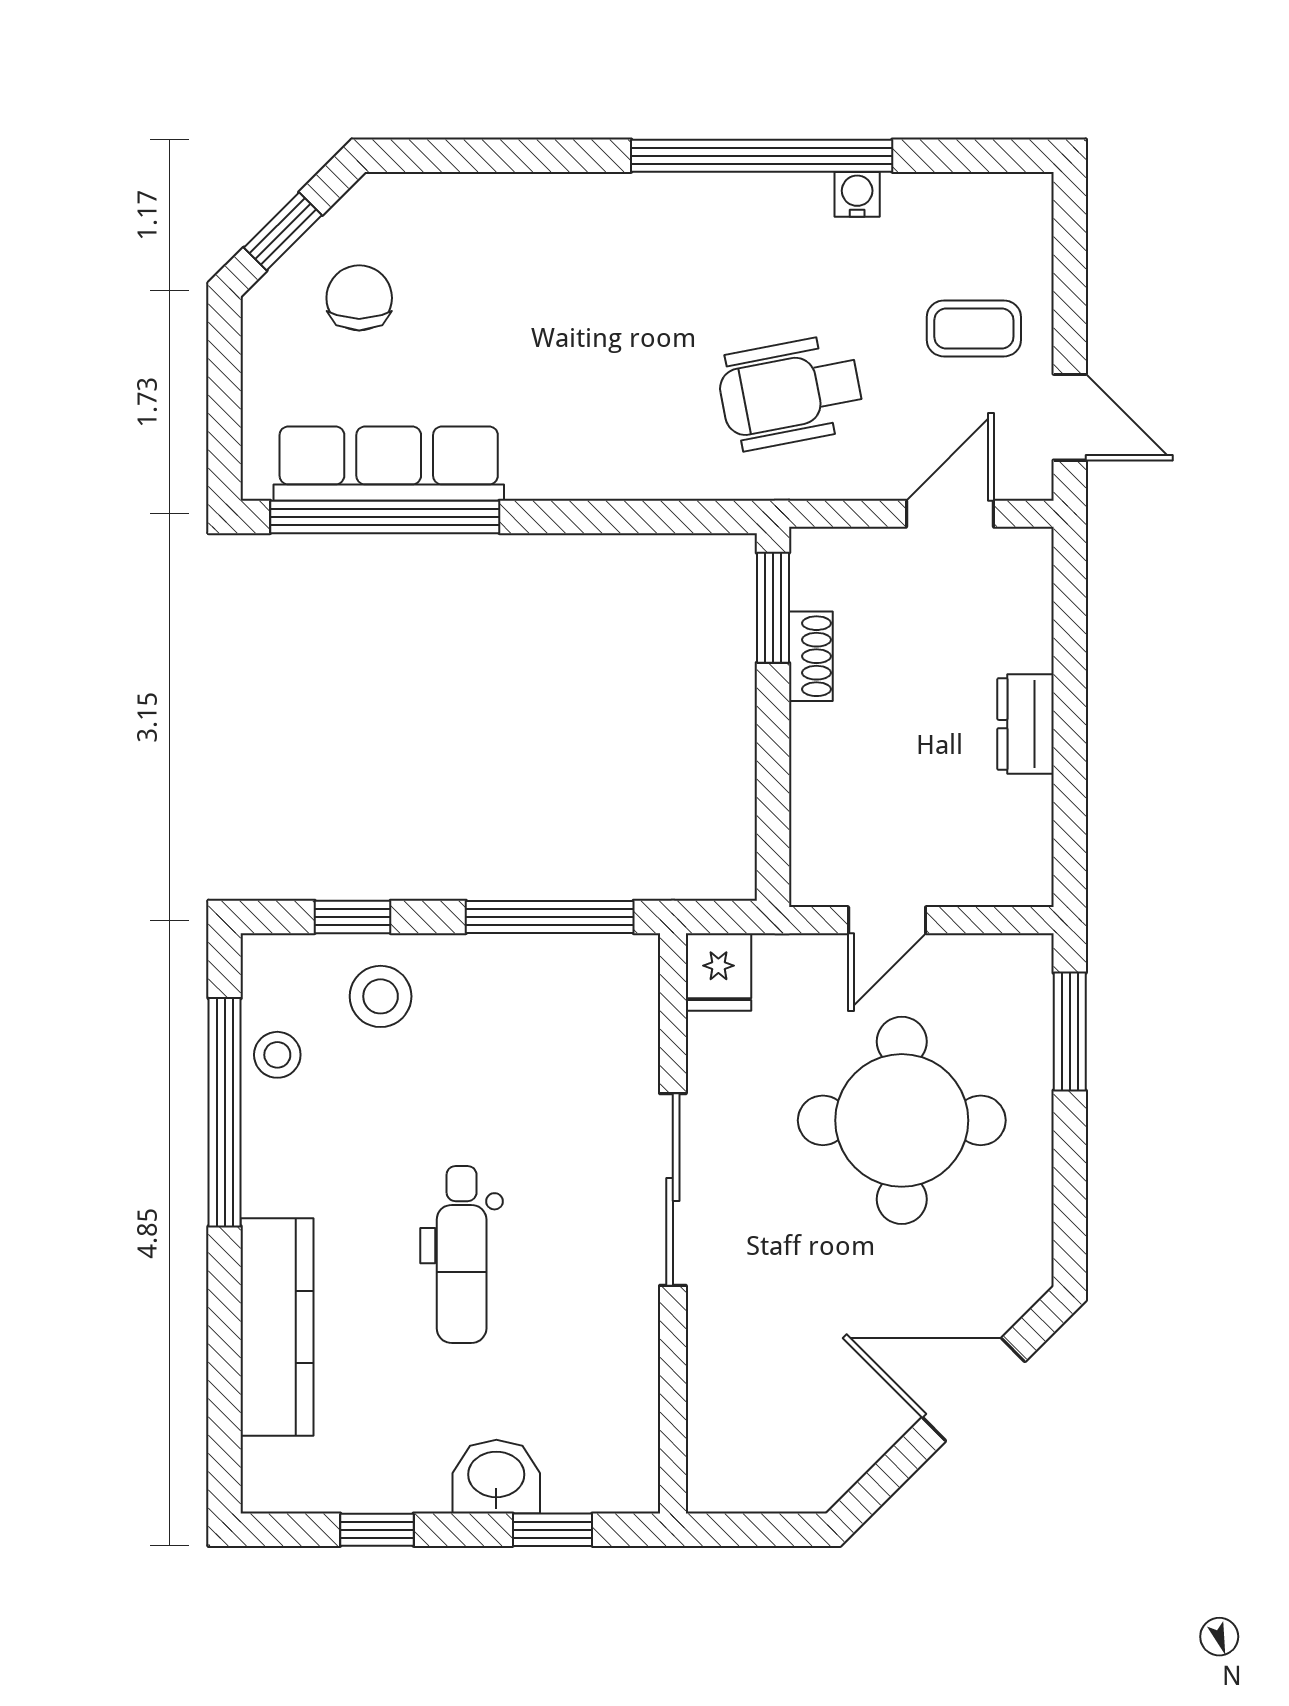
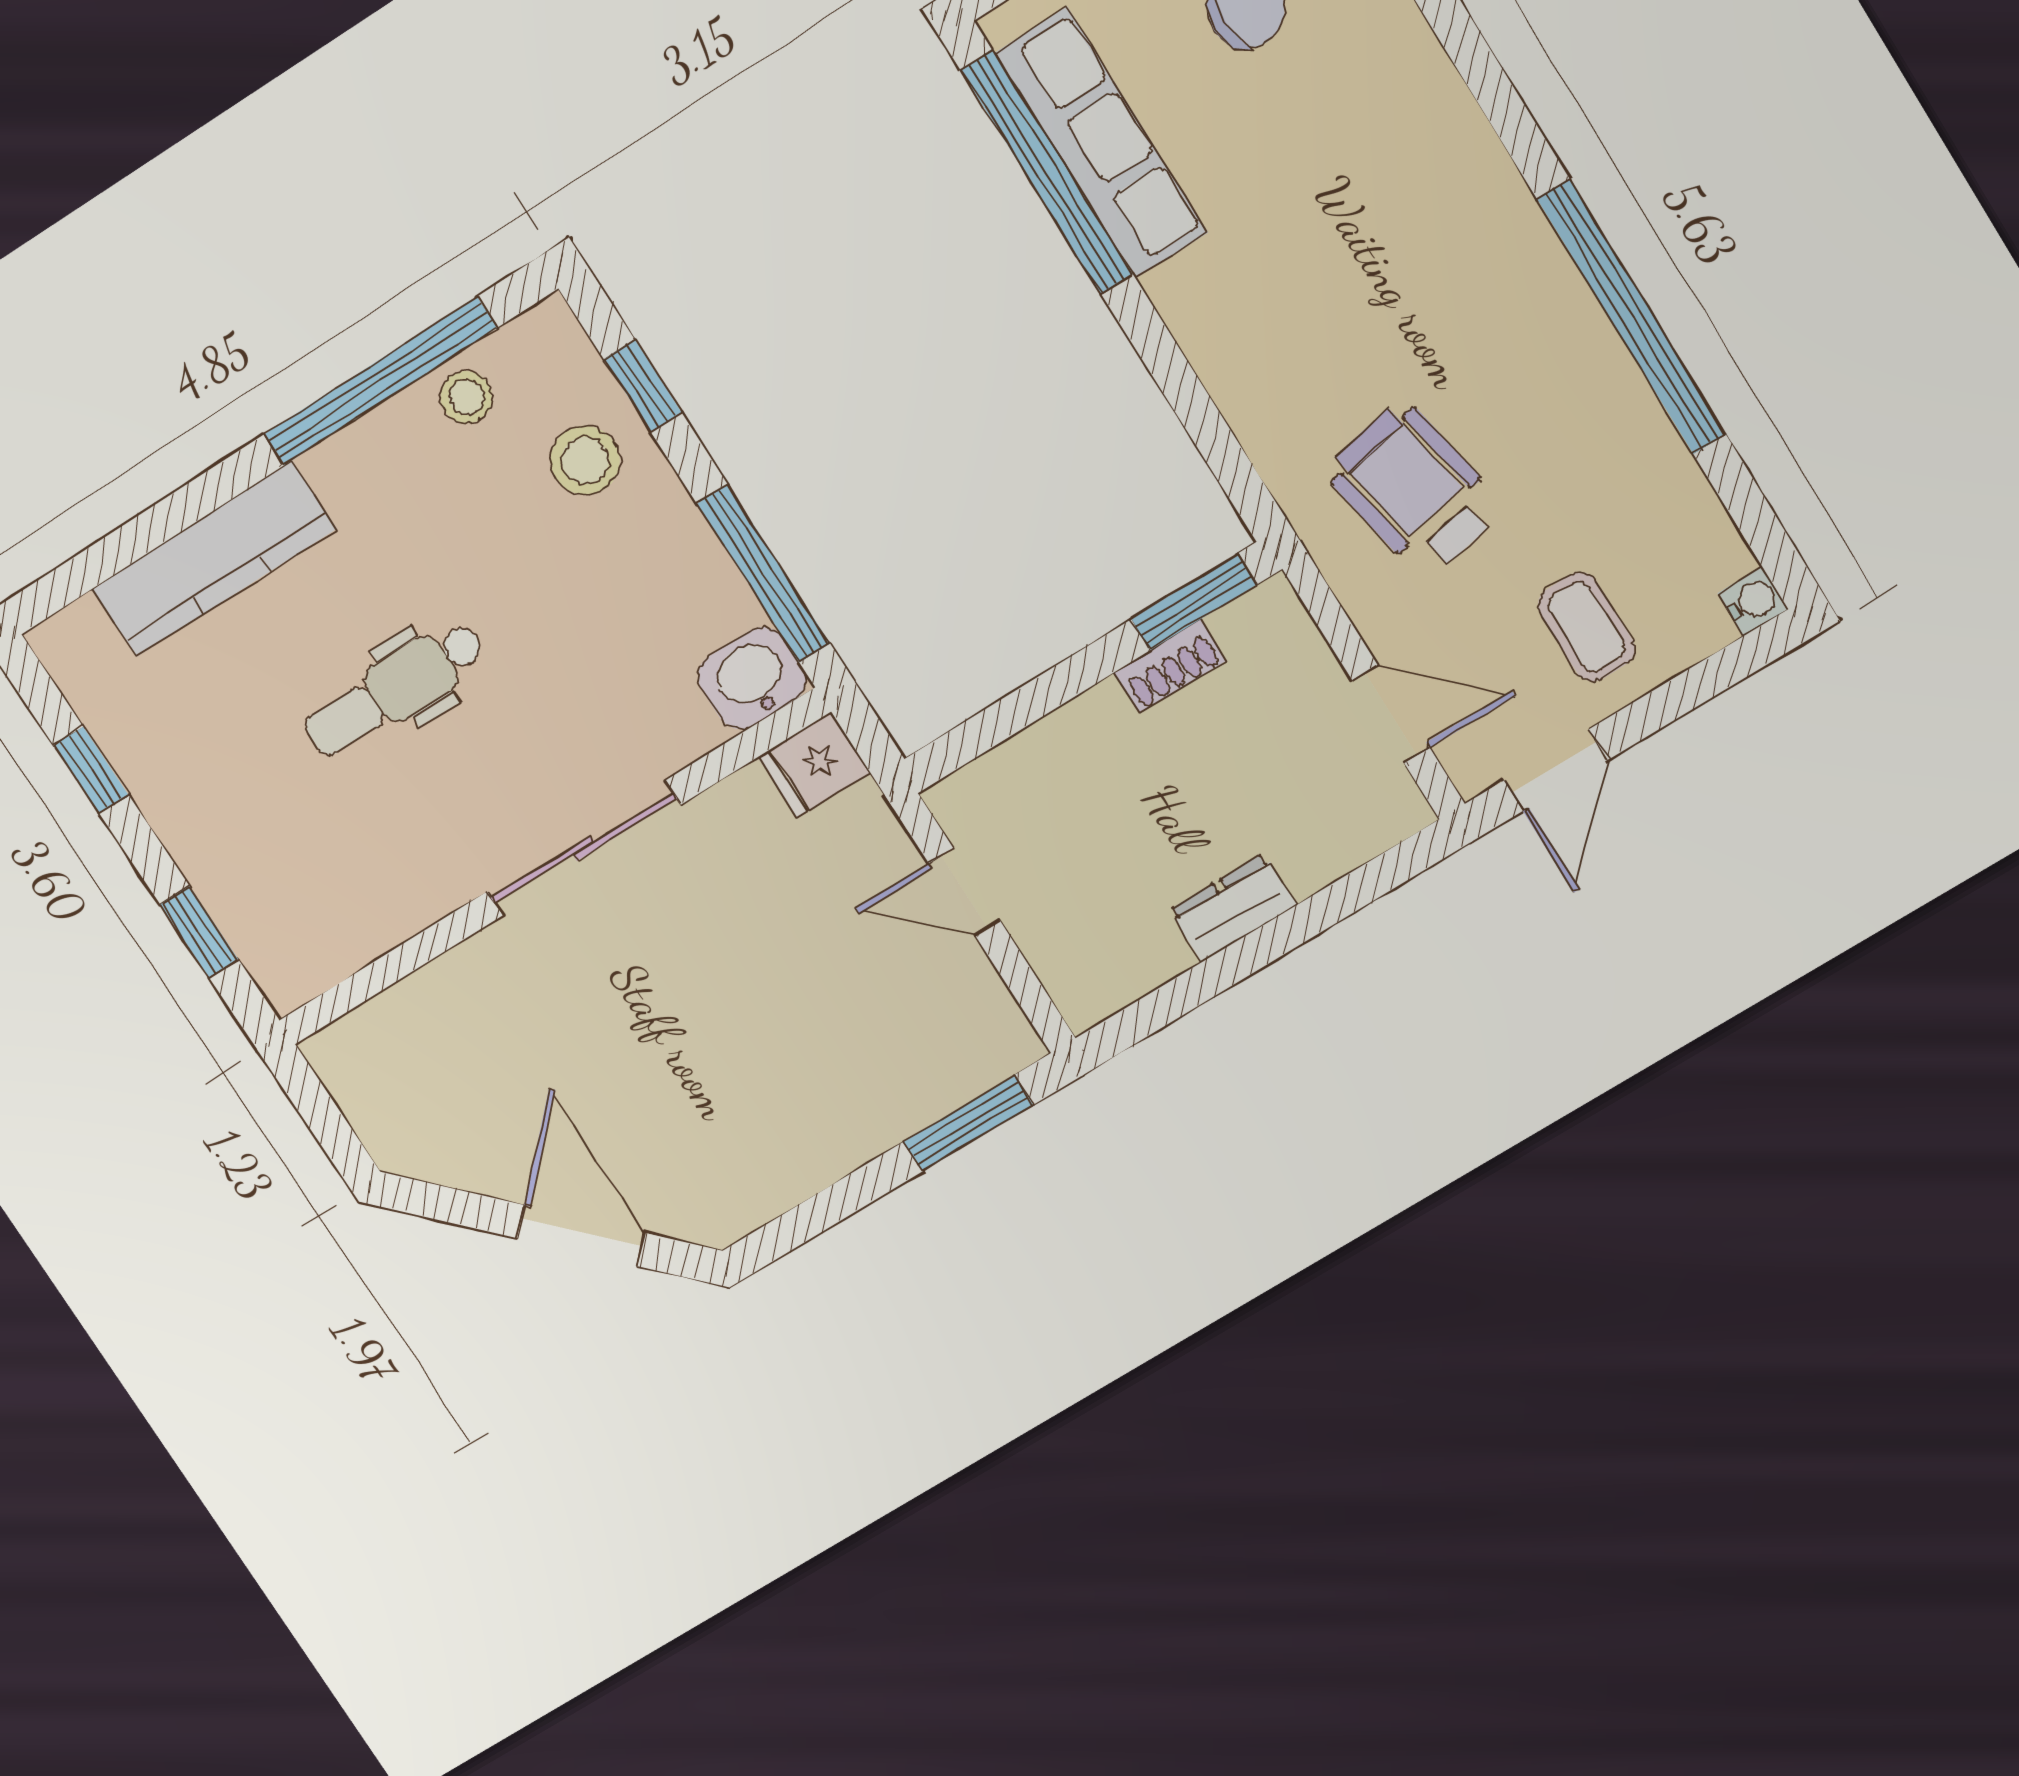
water cooler: (857, 194) -> (1753, 601), moved
round table: (902, 1120) -> (786, 1020), removed
washbasin: (496, 1477) -> (752, 678), moved, turned -90

